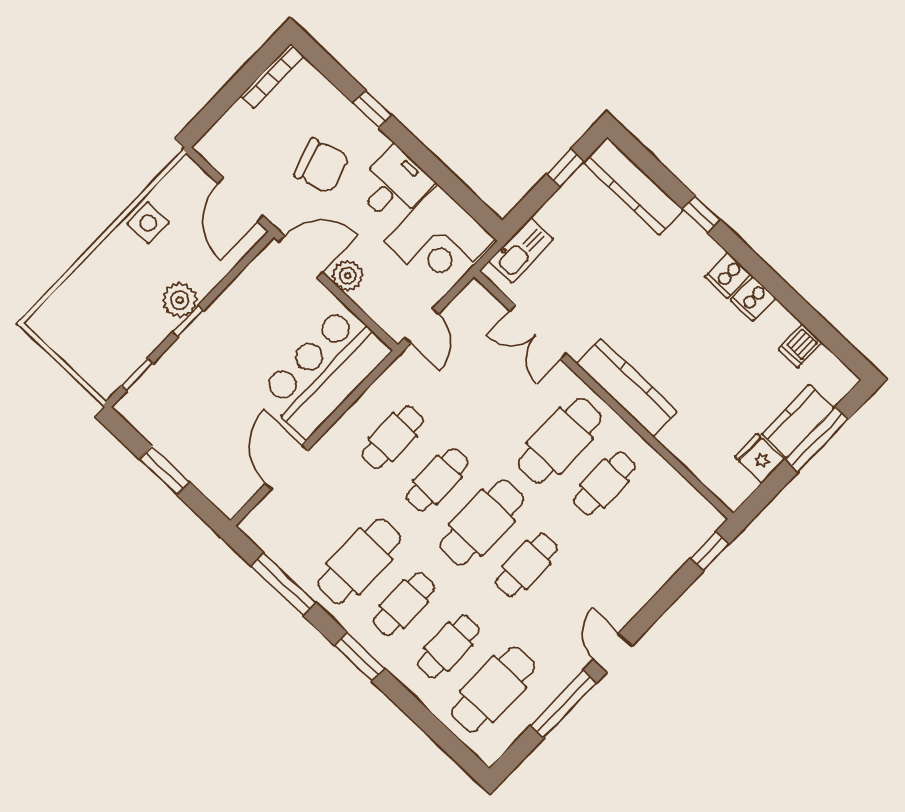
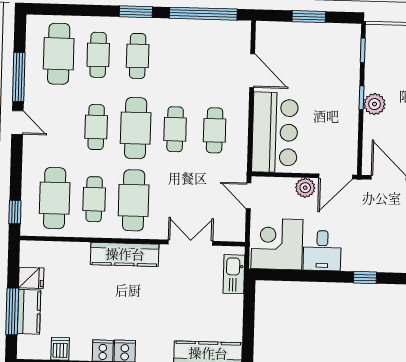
chair: (322, 166) -> (365, 229), removed
window: (565, 168) -> (248, 332), removed
cafe table: (359, 561) -> (55, 198), moved
window: (283, 584) -> (203, 14), width x1.46

